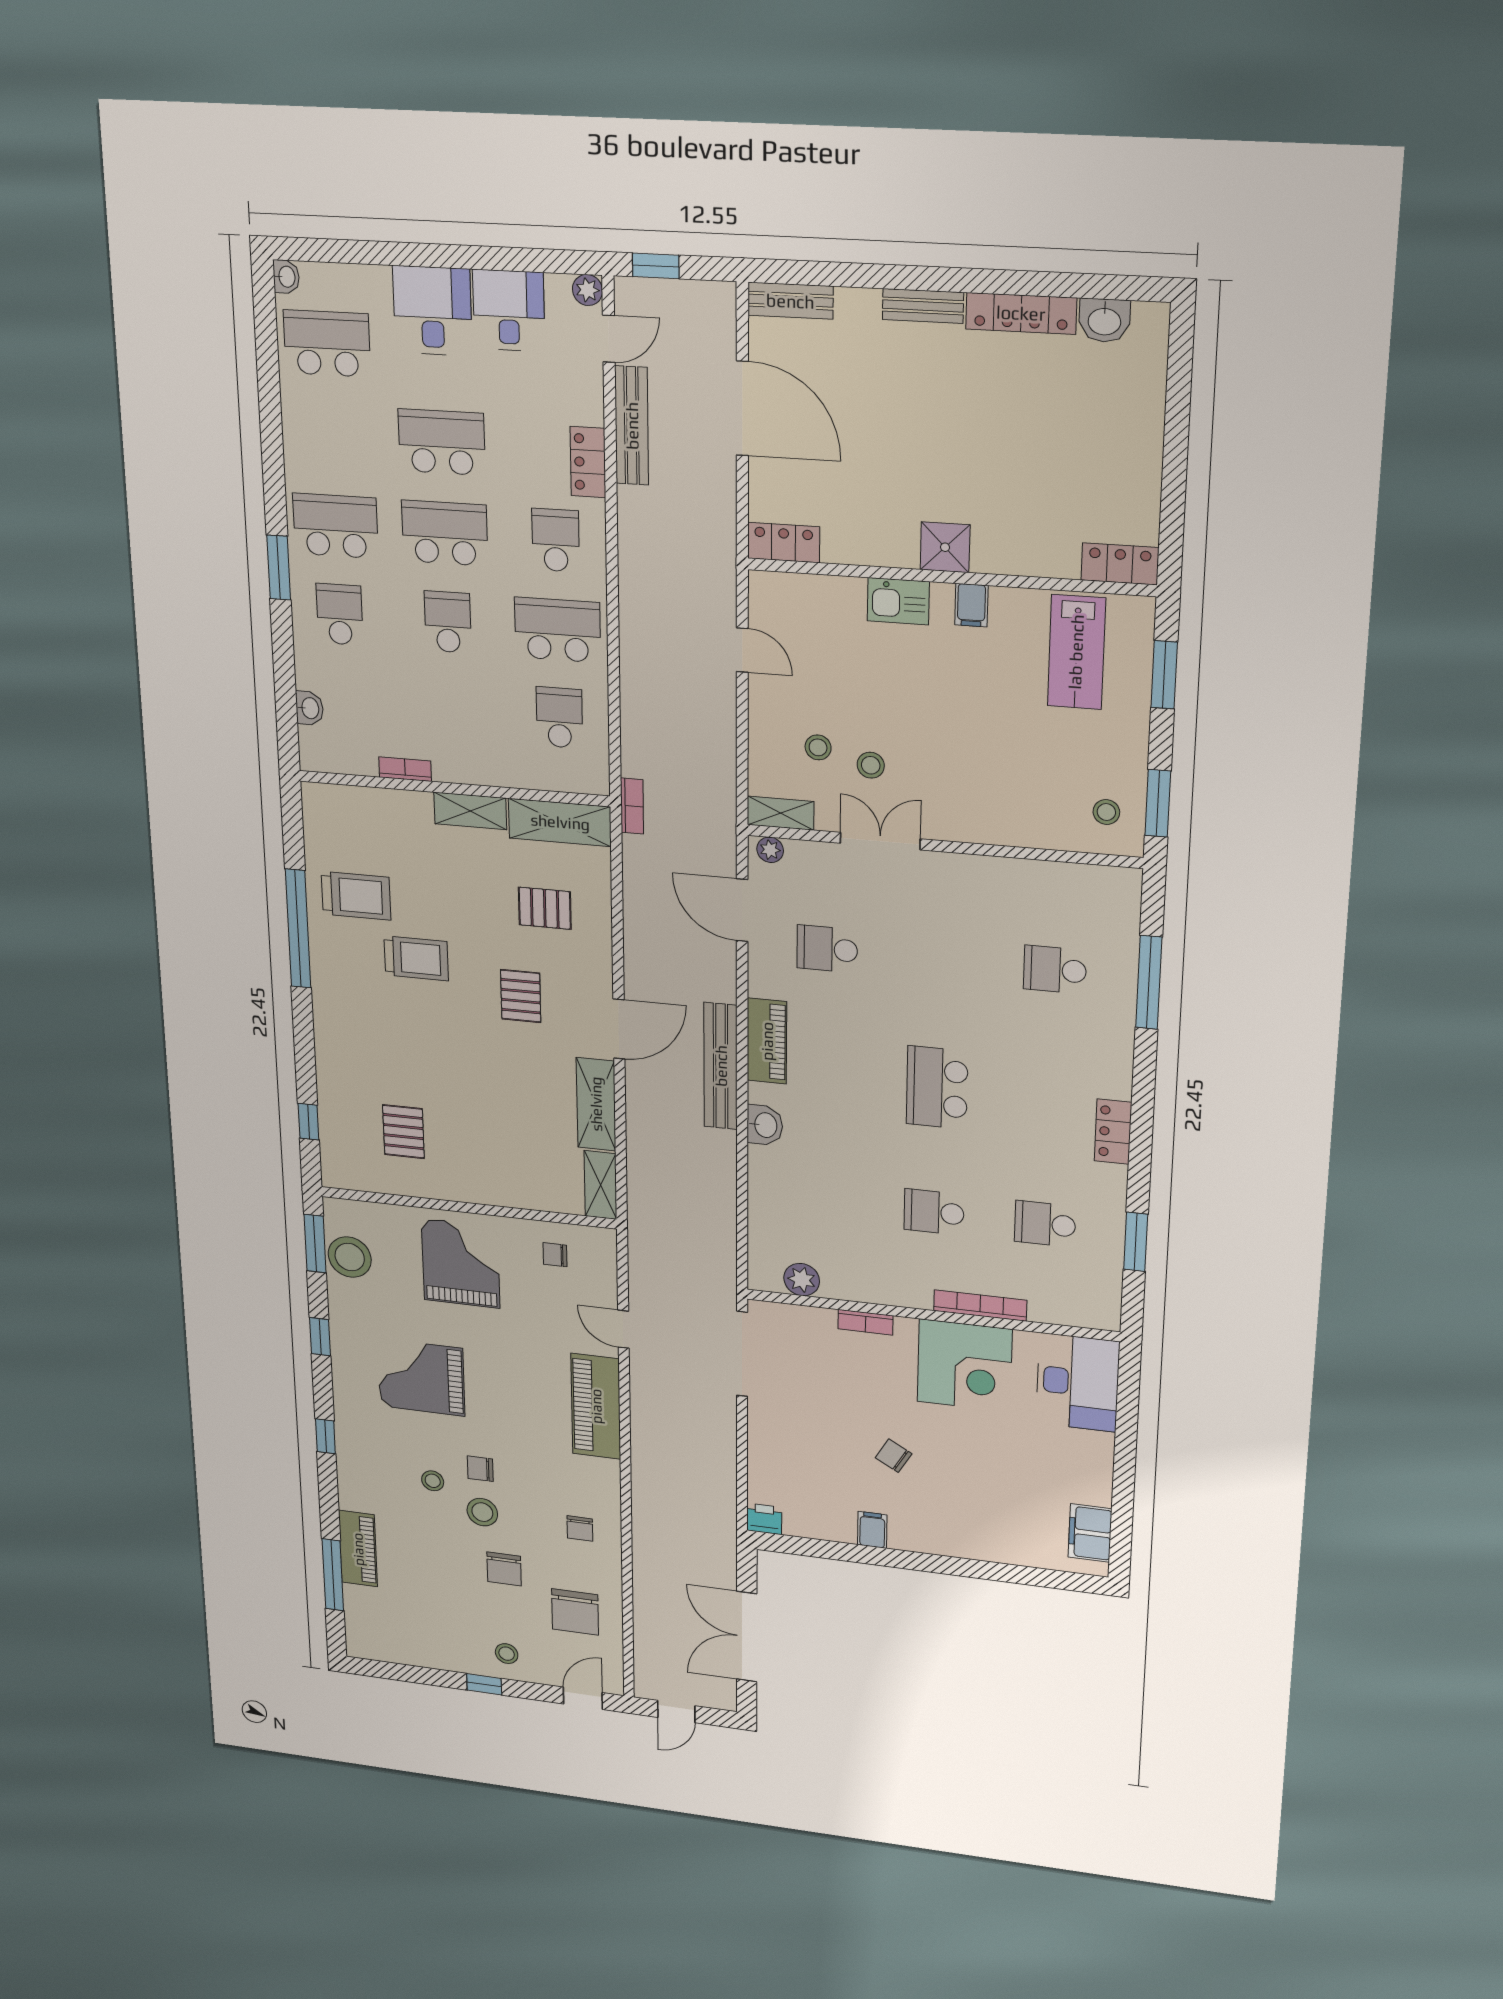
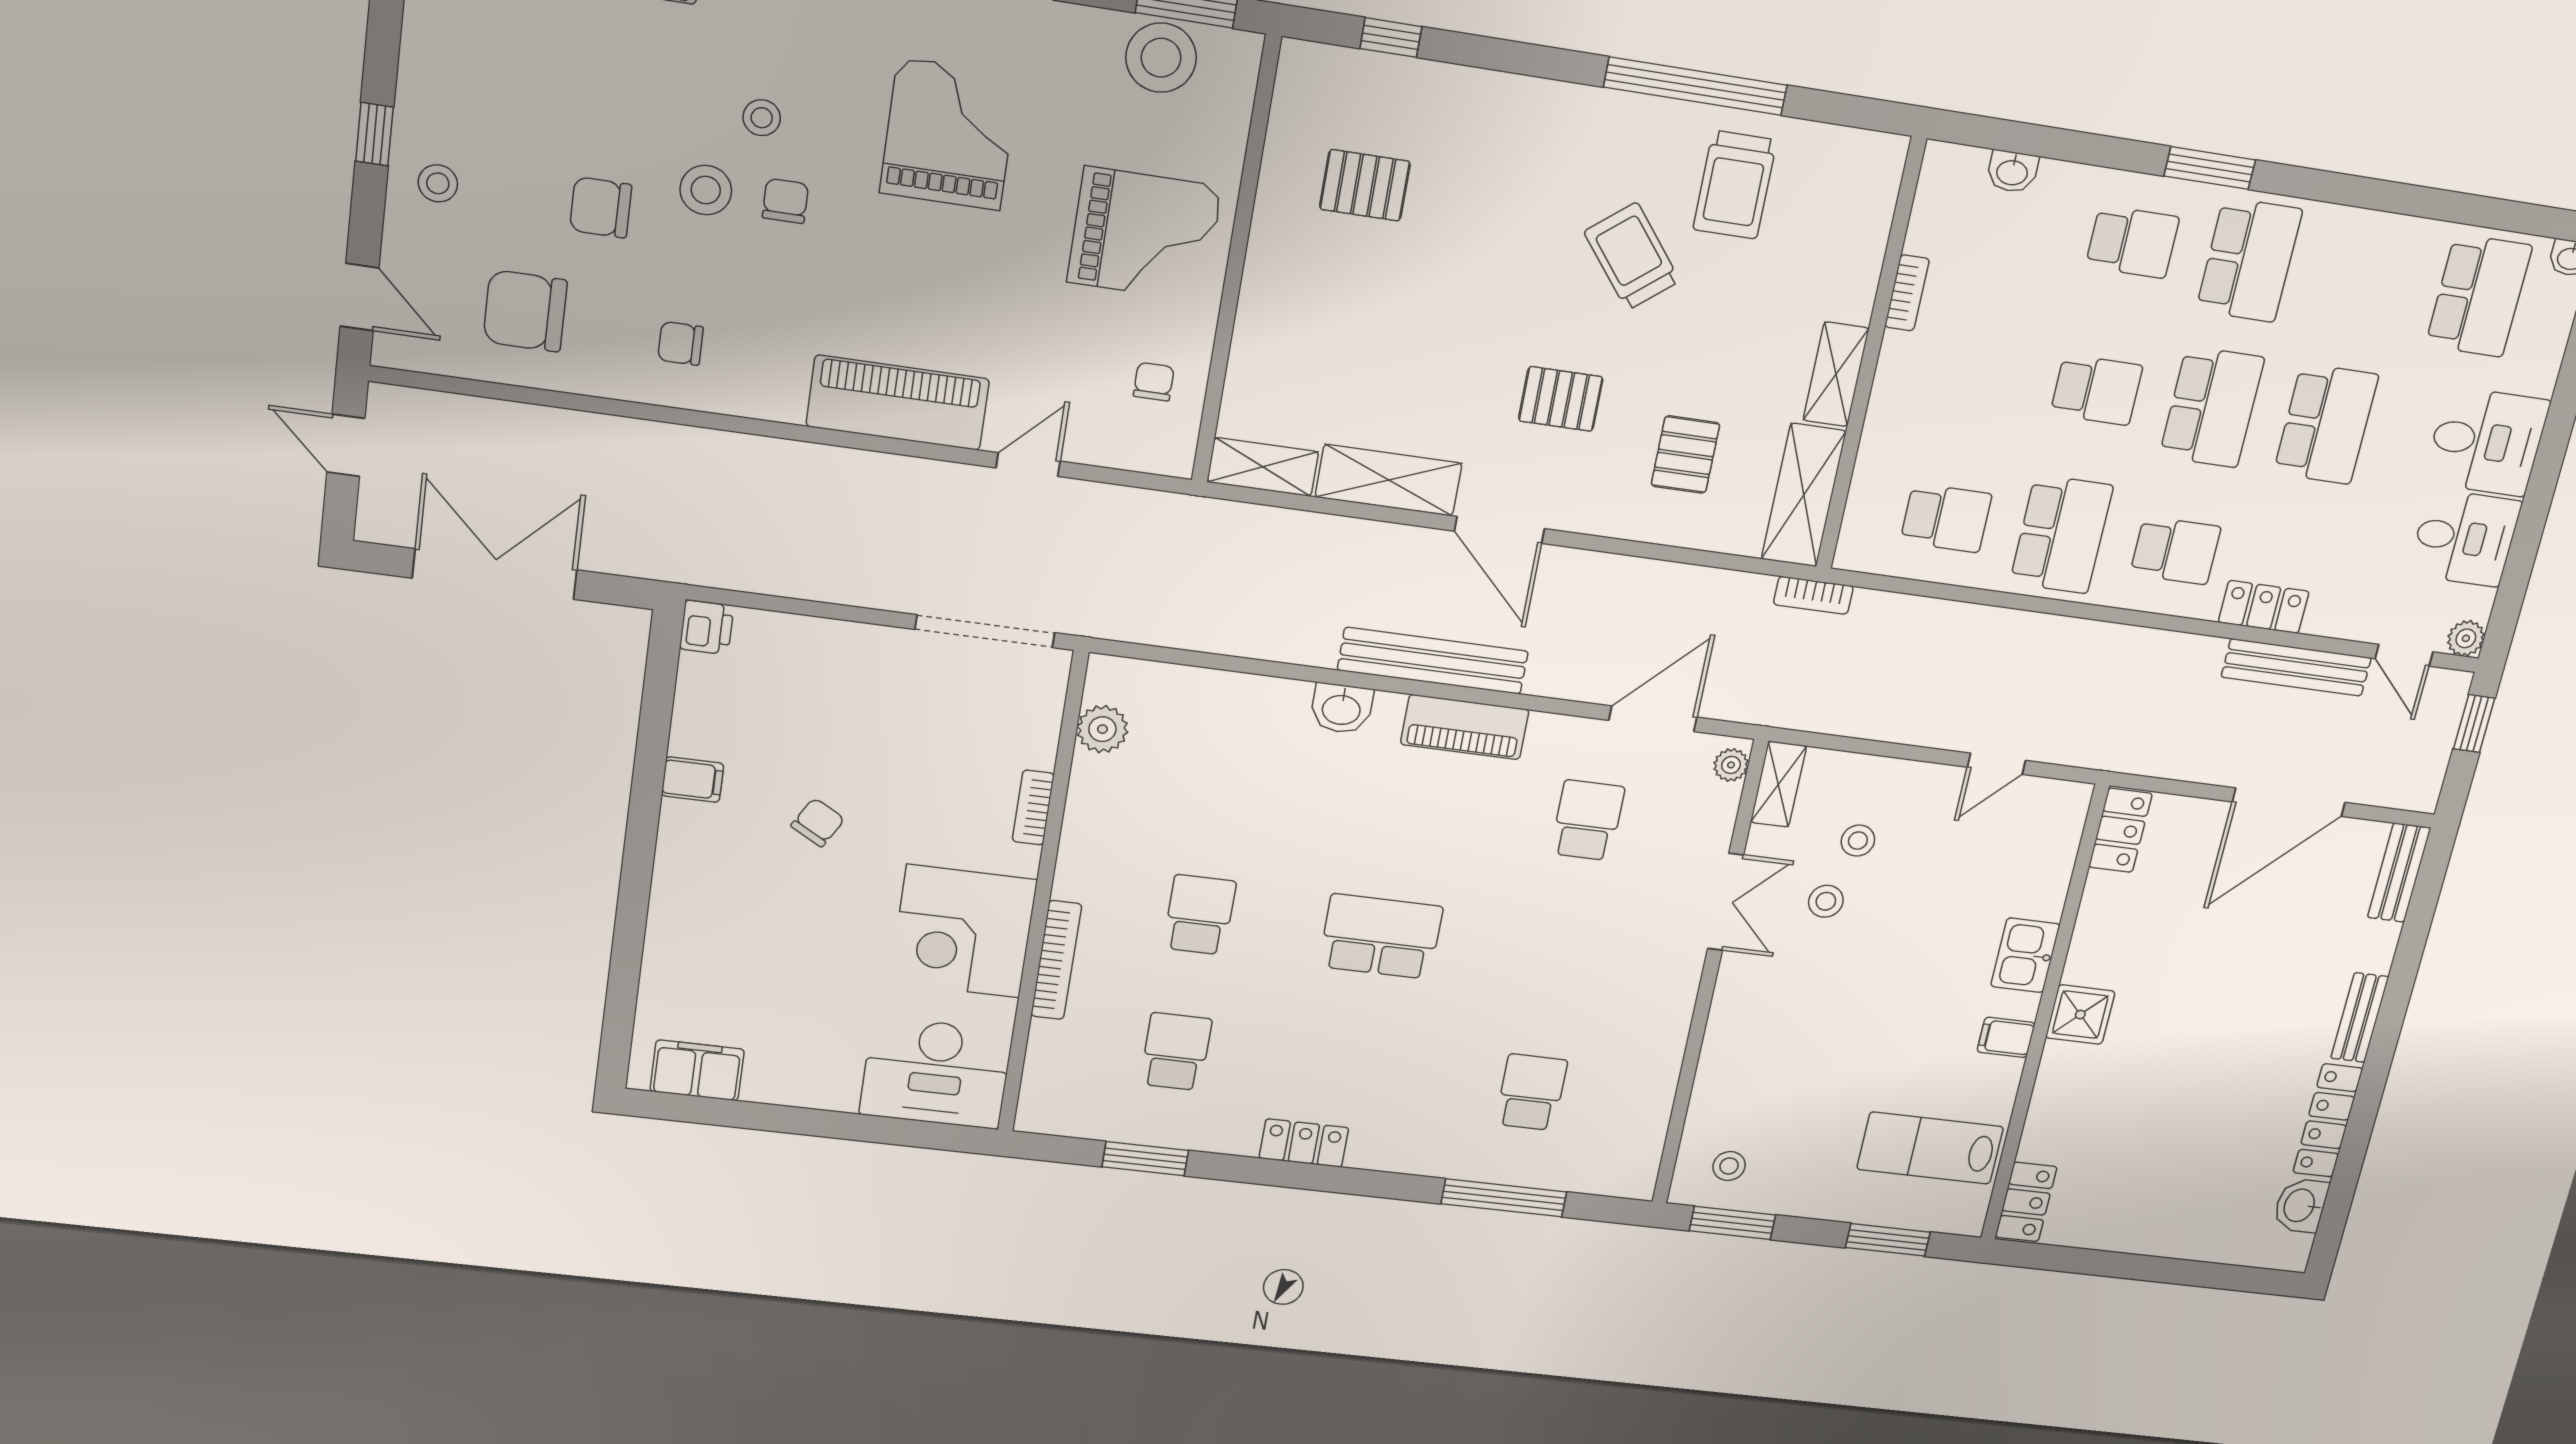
trolley: (416, 958) -> (1632, 256), turned 141

